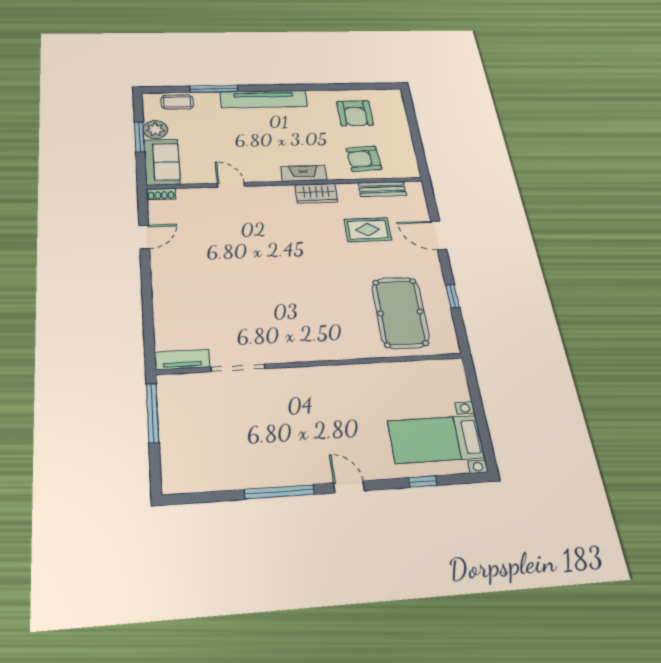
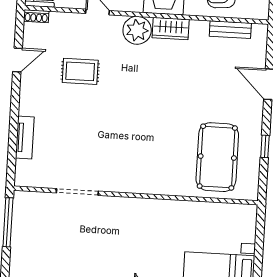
plant: (279, 198) -> (137, 30), added
rug: (368, 230) -> (80, 71), moved
tv unit: (182, 360) -> (25, 138), moved, turned 90

